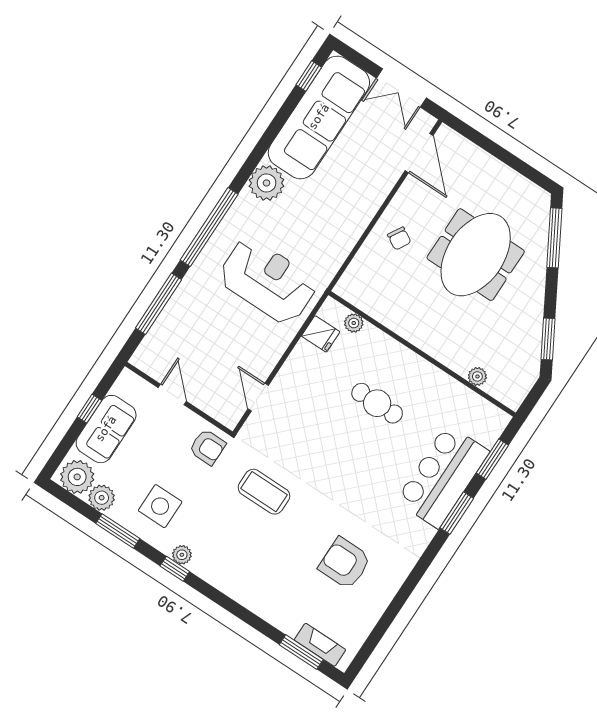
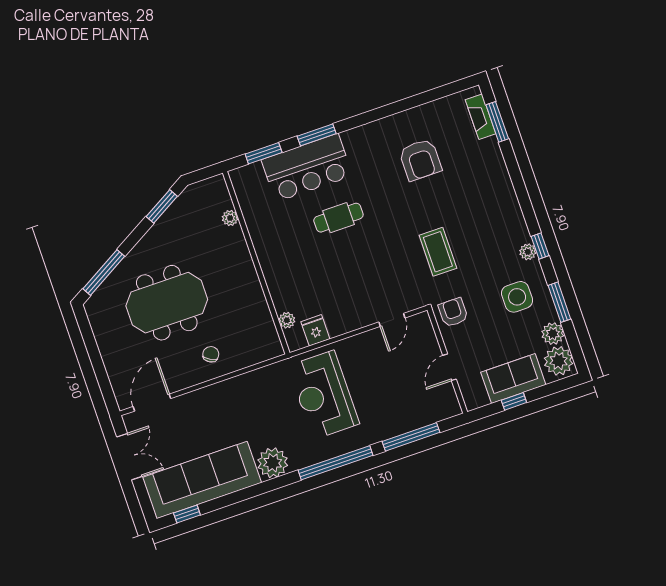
cafe table: (377, 403) -> (338, 218), moved, turned 90

